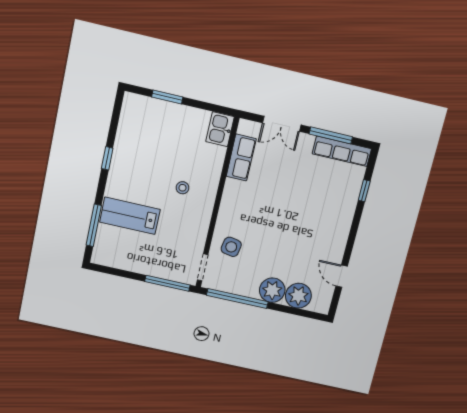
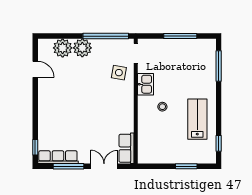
kitchen sink: (220, 129) -> (146, 84), moved
window: (107, 158) -> (219, 143), moved
row of seats: (241, 158) -> (127, 148), moved
window: (364, 191) -> (35, 147), moved
lab bench: (130, 216) -> (197, 119), moved, turned -90
window: (167, 283) -> (180, 36), moved

